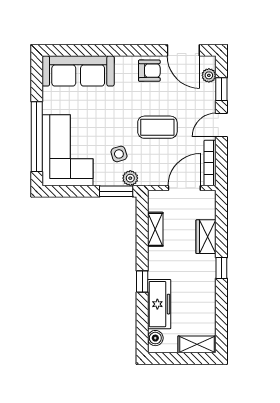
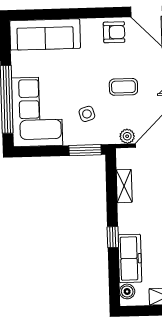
coffee table: (157, 127) -> (123, 87), width x0.73, depth x0.77
plant: (130, 178) -> (127, 136), moved

